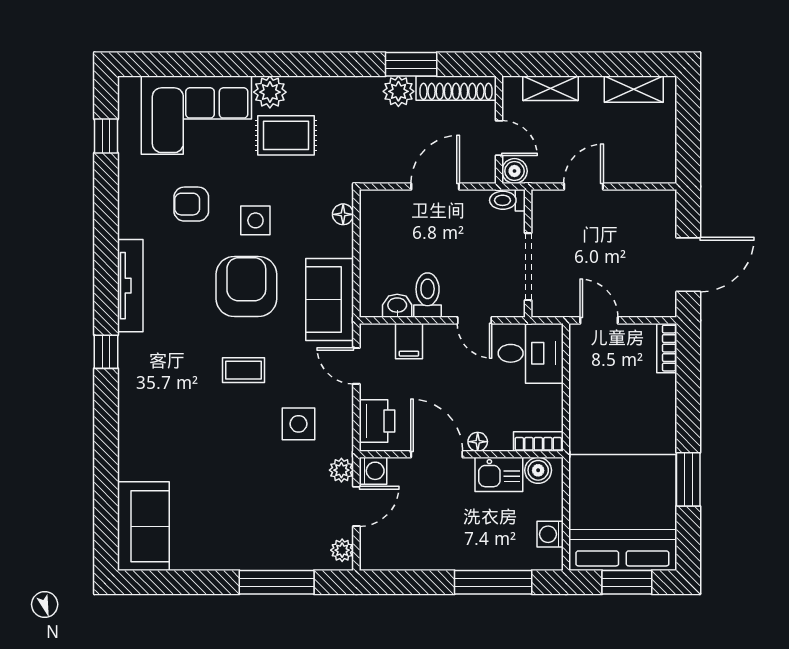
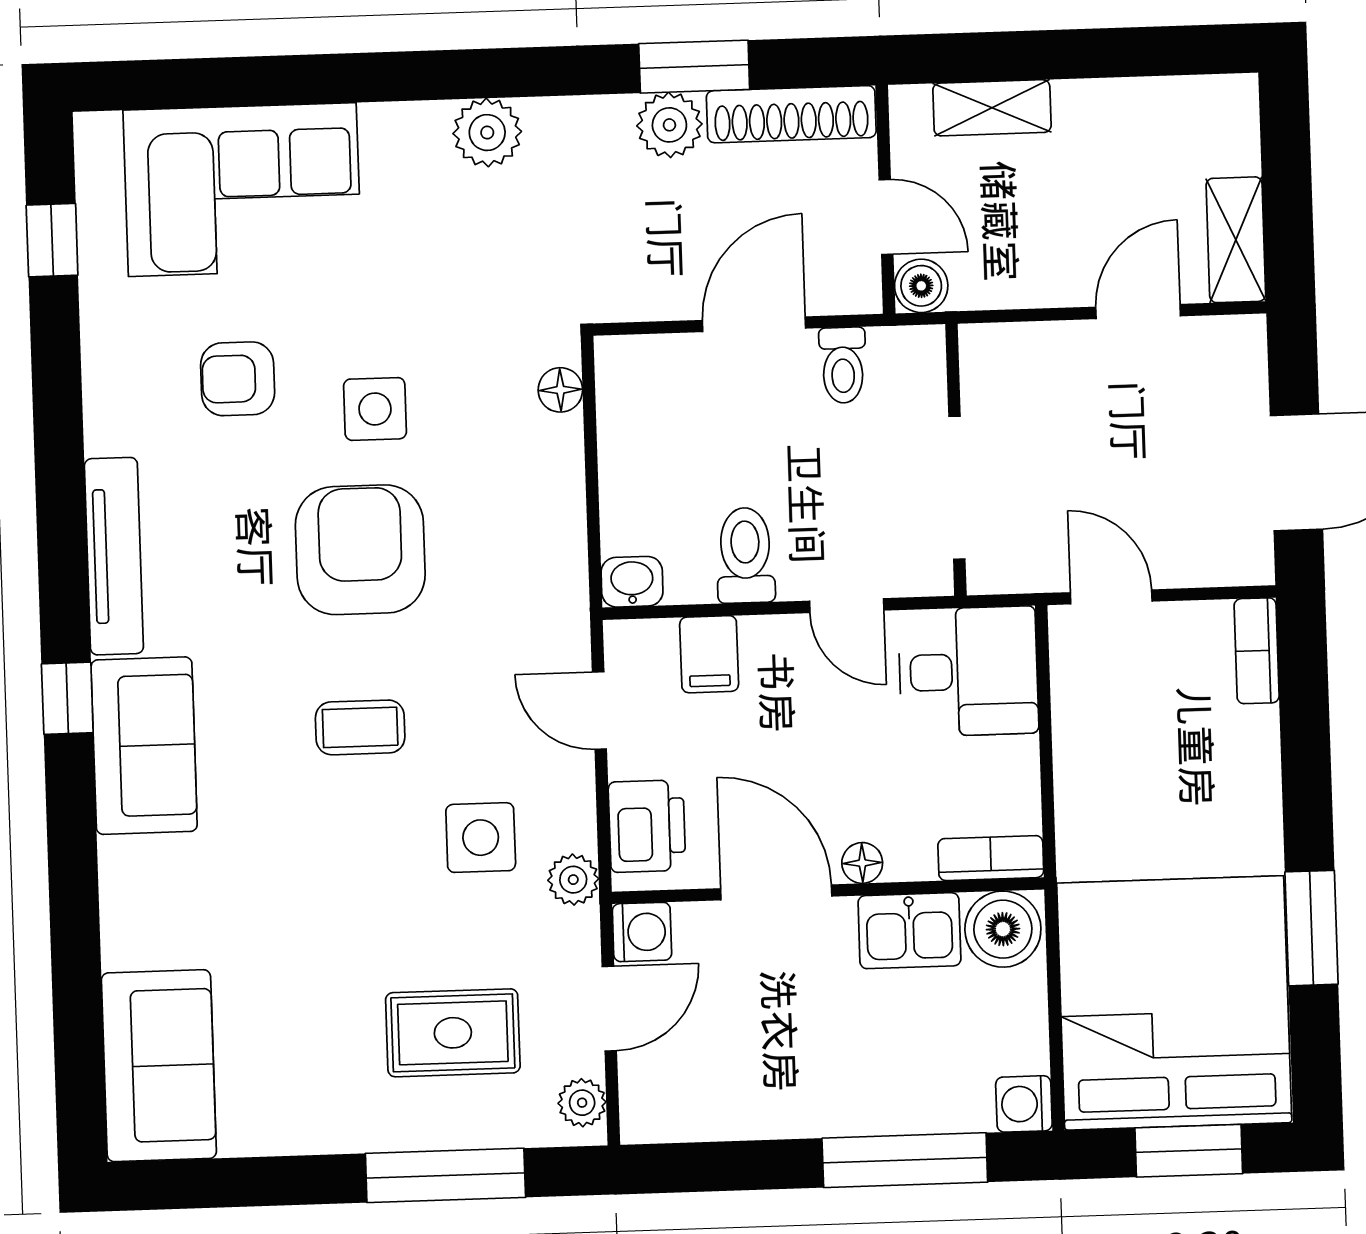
shelving: (634, 89) -> (1236, 240), moved, turned 90
plant: (270, 92) -> (487, 133), moved
rug: (286, 135) -> (453, 1033), moved
door: (583, 186) -> (1138, 312), moved
toilet: (507, 200) -> (843, 365), moved, turned -90
sofa: (330, 299) -> (144, 746), moved, turned 180
washbasin: (397, 306) -> (632, 582), moved
plant: (341, 470) -> (573, 880), moved
boiler: (538, 470) -> (1003, 929), width x1.36, depth x1.36
washing machine: (550, 534) -> (1024, 1104), moved

